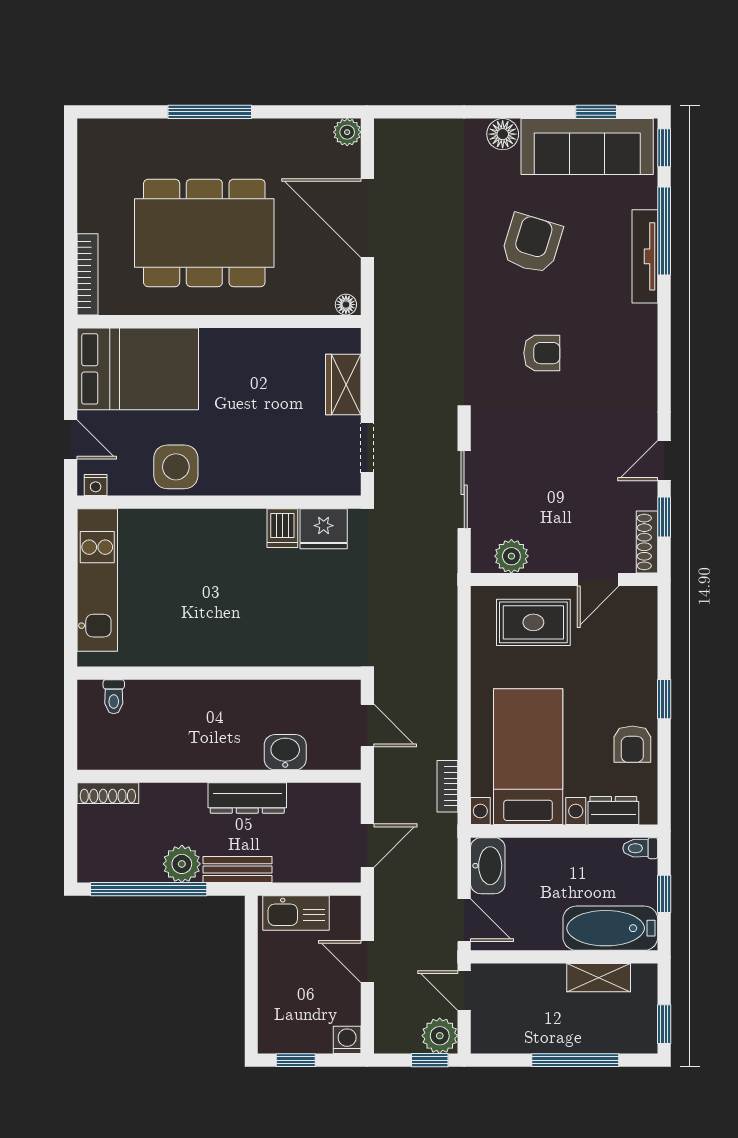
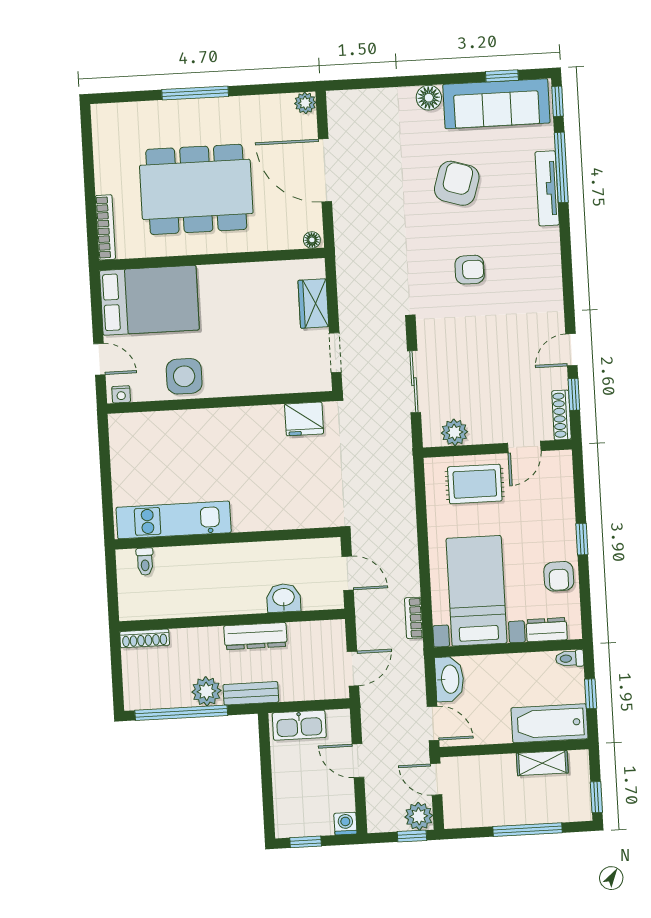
dishwasher: (282, 528) -> (271, 420), removed
kitchen unit: (97, 580) -> (174, 520), moved, turned -90

